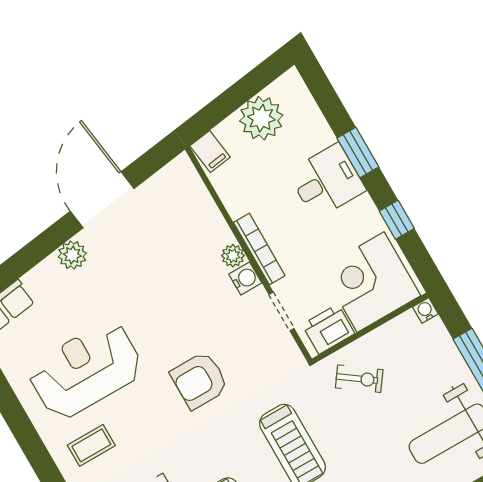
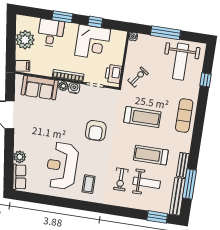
desk: (327, 181) -> (51, 33), moved
sofa: (195, 215) -> (40, 88), added
plant: (72, 255) -> (20, 157), moved
corner desk: (371, 282) -> (93, 42), moved, turned -90

